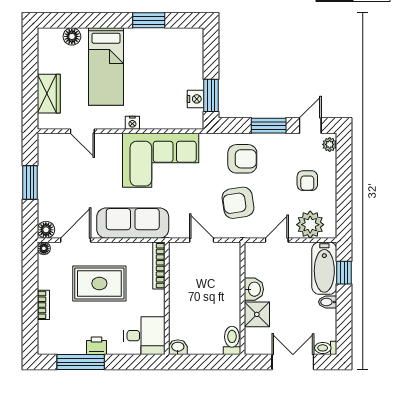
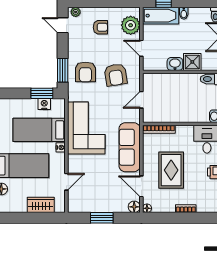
bed: (158, 91) -> (39, 130), added
window: (269, 126) -> (63, 70), moved
armchair: (242, 159) -> (85, 72), turned 180

